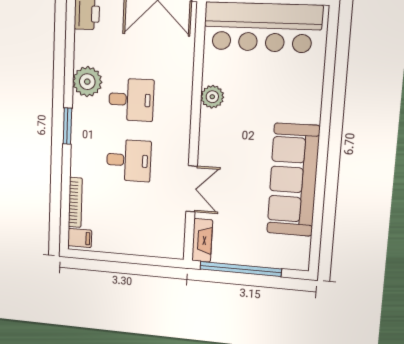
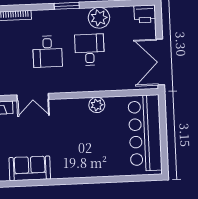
desk: (131, 100) -> (89, 50), turned 180
sofa: (293, 180) -> (30, 168), width x0.54, depth x0.79

